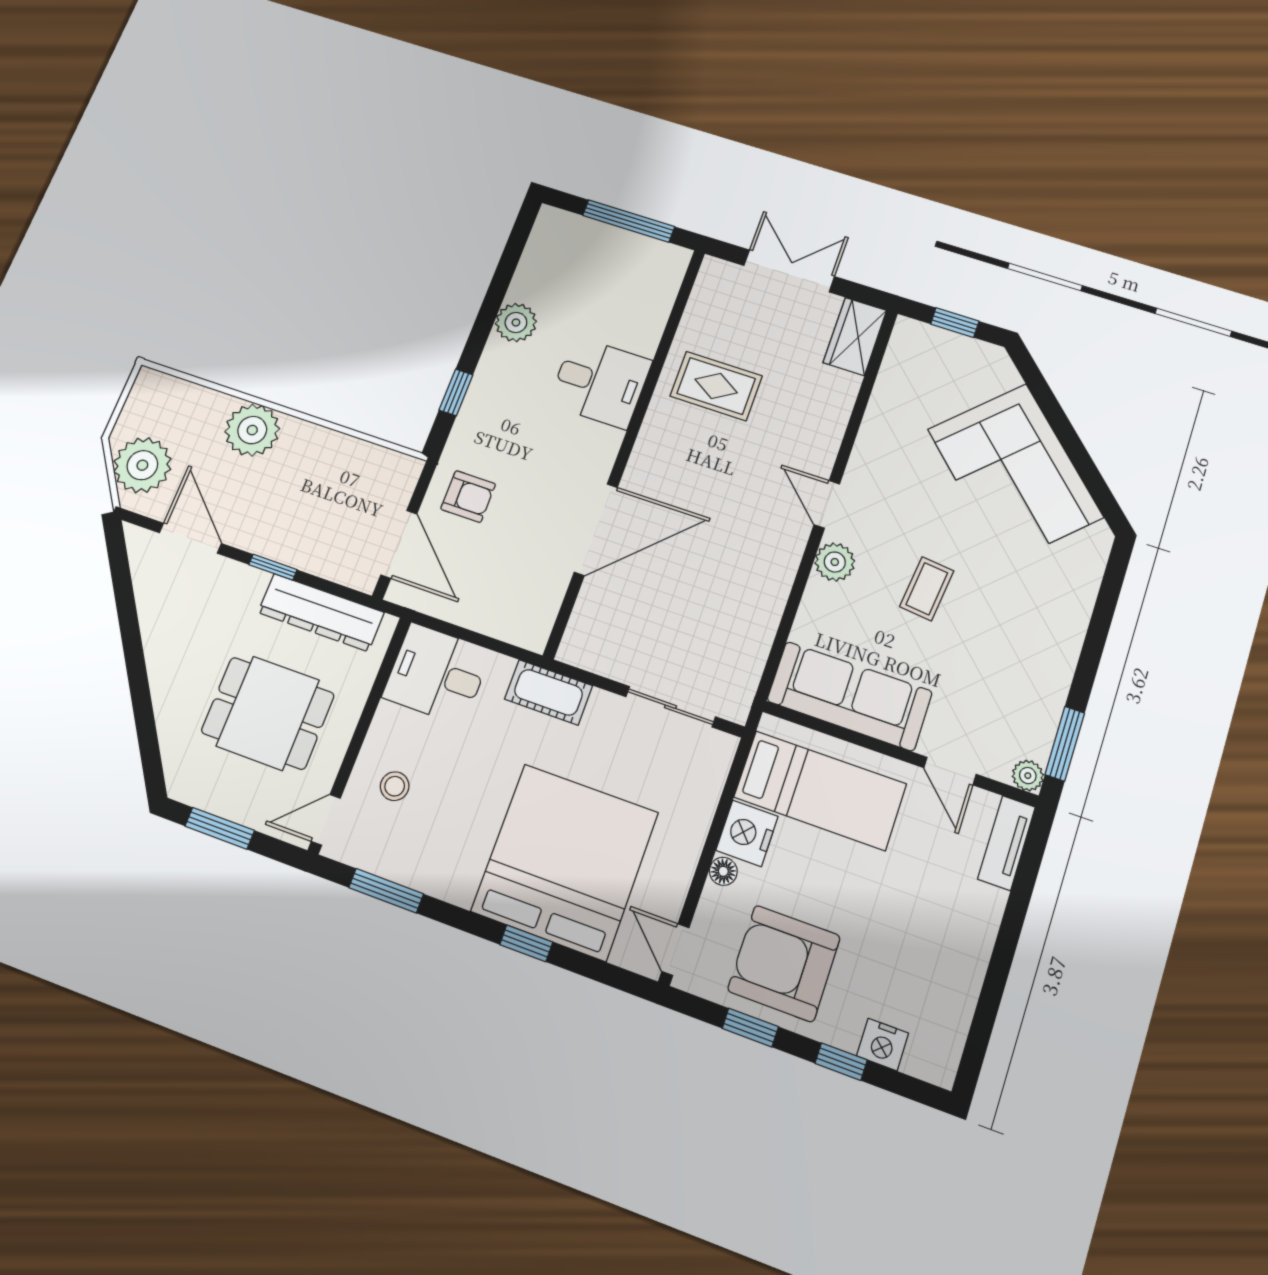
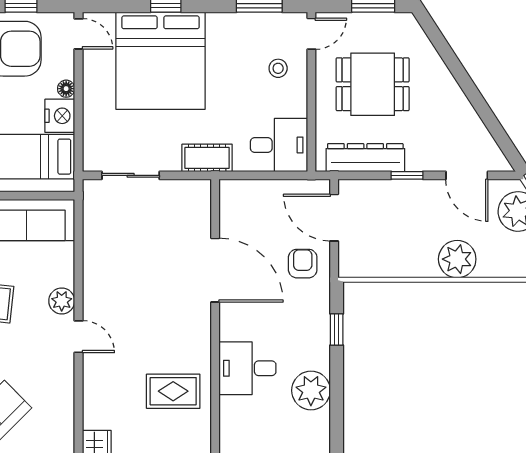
plant: (516, 322) -> (311, 390), width x1.36, depth x1.36
armchair: (468, 497) -> (303, 264), turned 90
door: (596, 530) -> (215, 270), swing flipped

